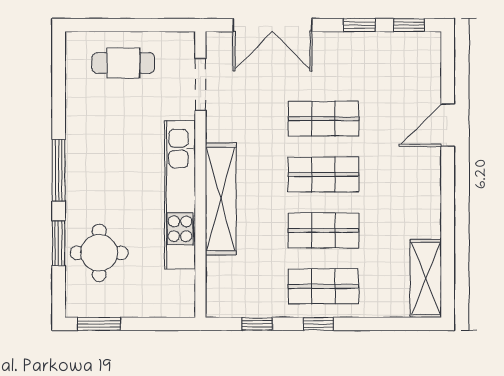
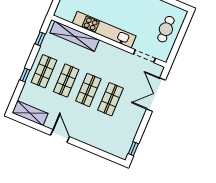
window: (359, 25) -> (142, 129), removed
door: (448, 125) -> (60, 136), moved
shelving: (221, 199) -> (75, 36), moved
window: (319, 324) -> (25, 75), moved

